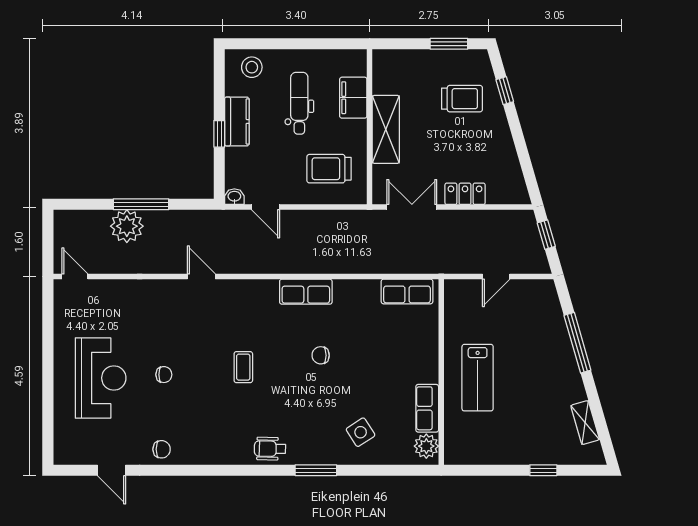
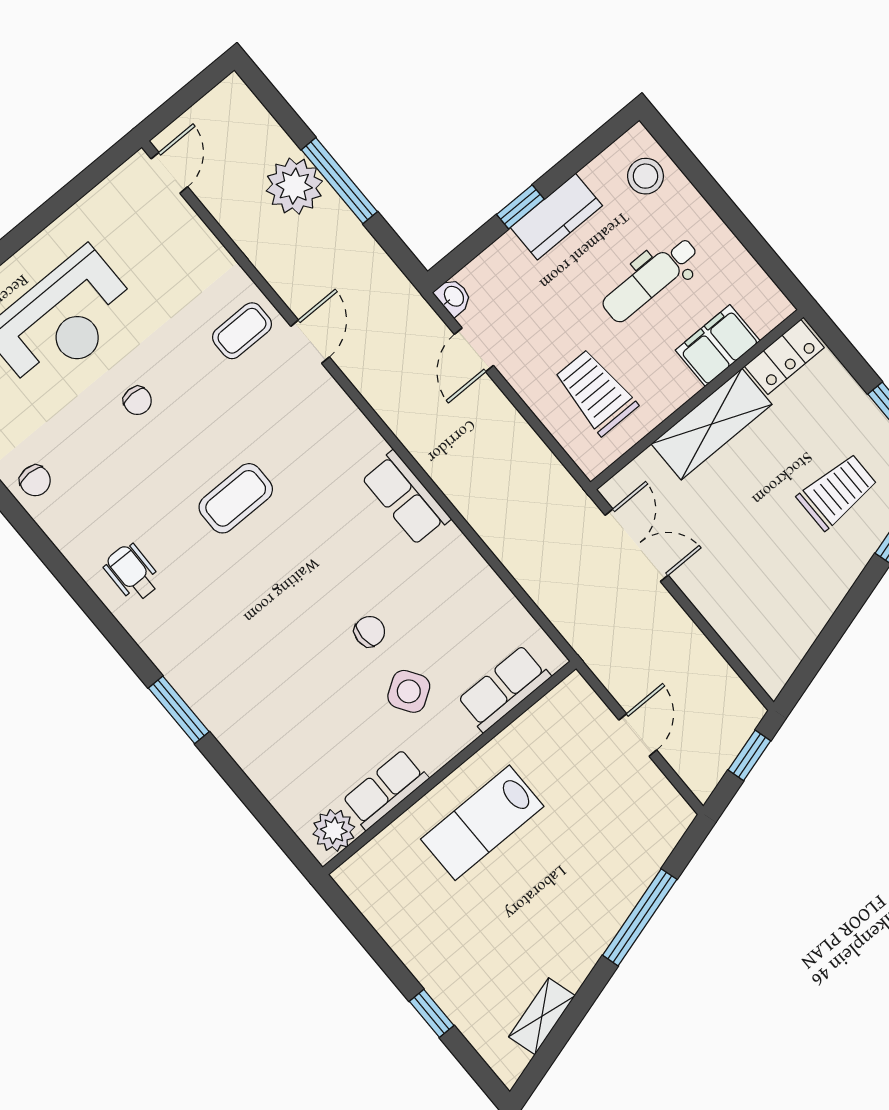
trolley: (462, 99) -> (837, 492), turned -90
dental chair: (299, 103) -> (650, 280), turned 180
locker: (465, 194) -> (784, 357), moved, turned 90
door: (496, 277) -> (638, 735), swing flipped
row of seats: (407, 291) -> (504, 688), moved, turned 90
coffee table: (171, 303) -> (242, 331), added
chair: (321, 355) -> (370, 631), moved, turned 90
coffee table: (243, 367) -> (236, 498), width x1.36, depth x1.30
side table: (361, 432) -> (409, 691), moved
wheelchair: (270, 449) -> (132, 573), moved

